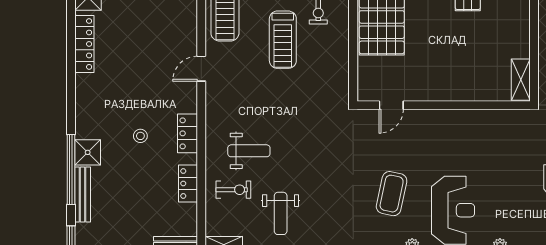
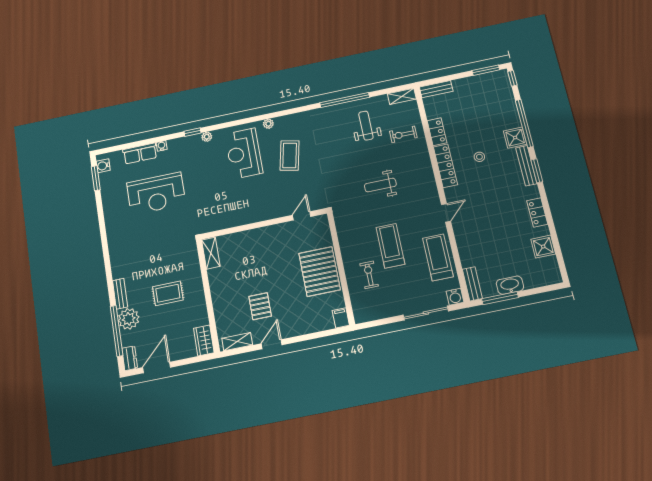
locker: (84, 44) -> (537, 212), width x0.66
window: (71, 100) -> (537, 171), added
locker: (188, 133) -> (445, 166), width x1.53
weight bench: (249, 151) -> (380, 185), moved
bench: (83, 194) -> (526, 166), moved

